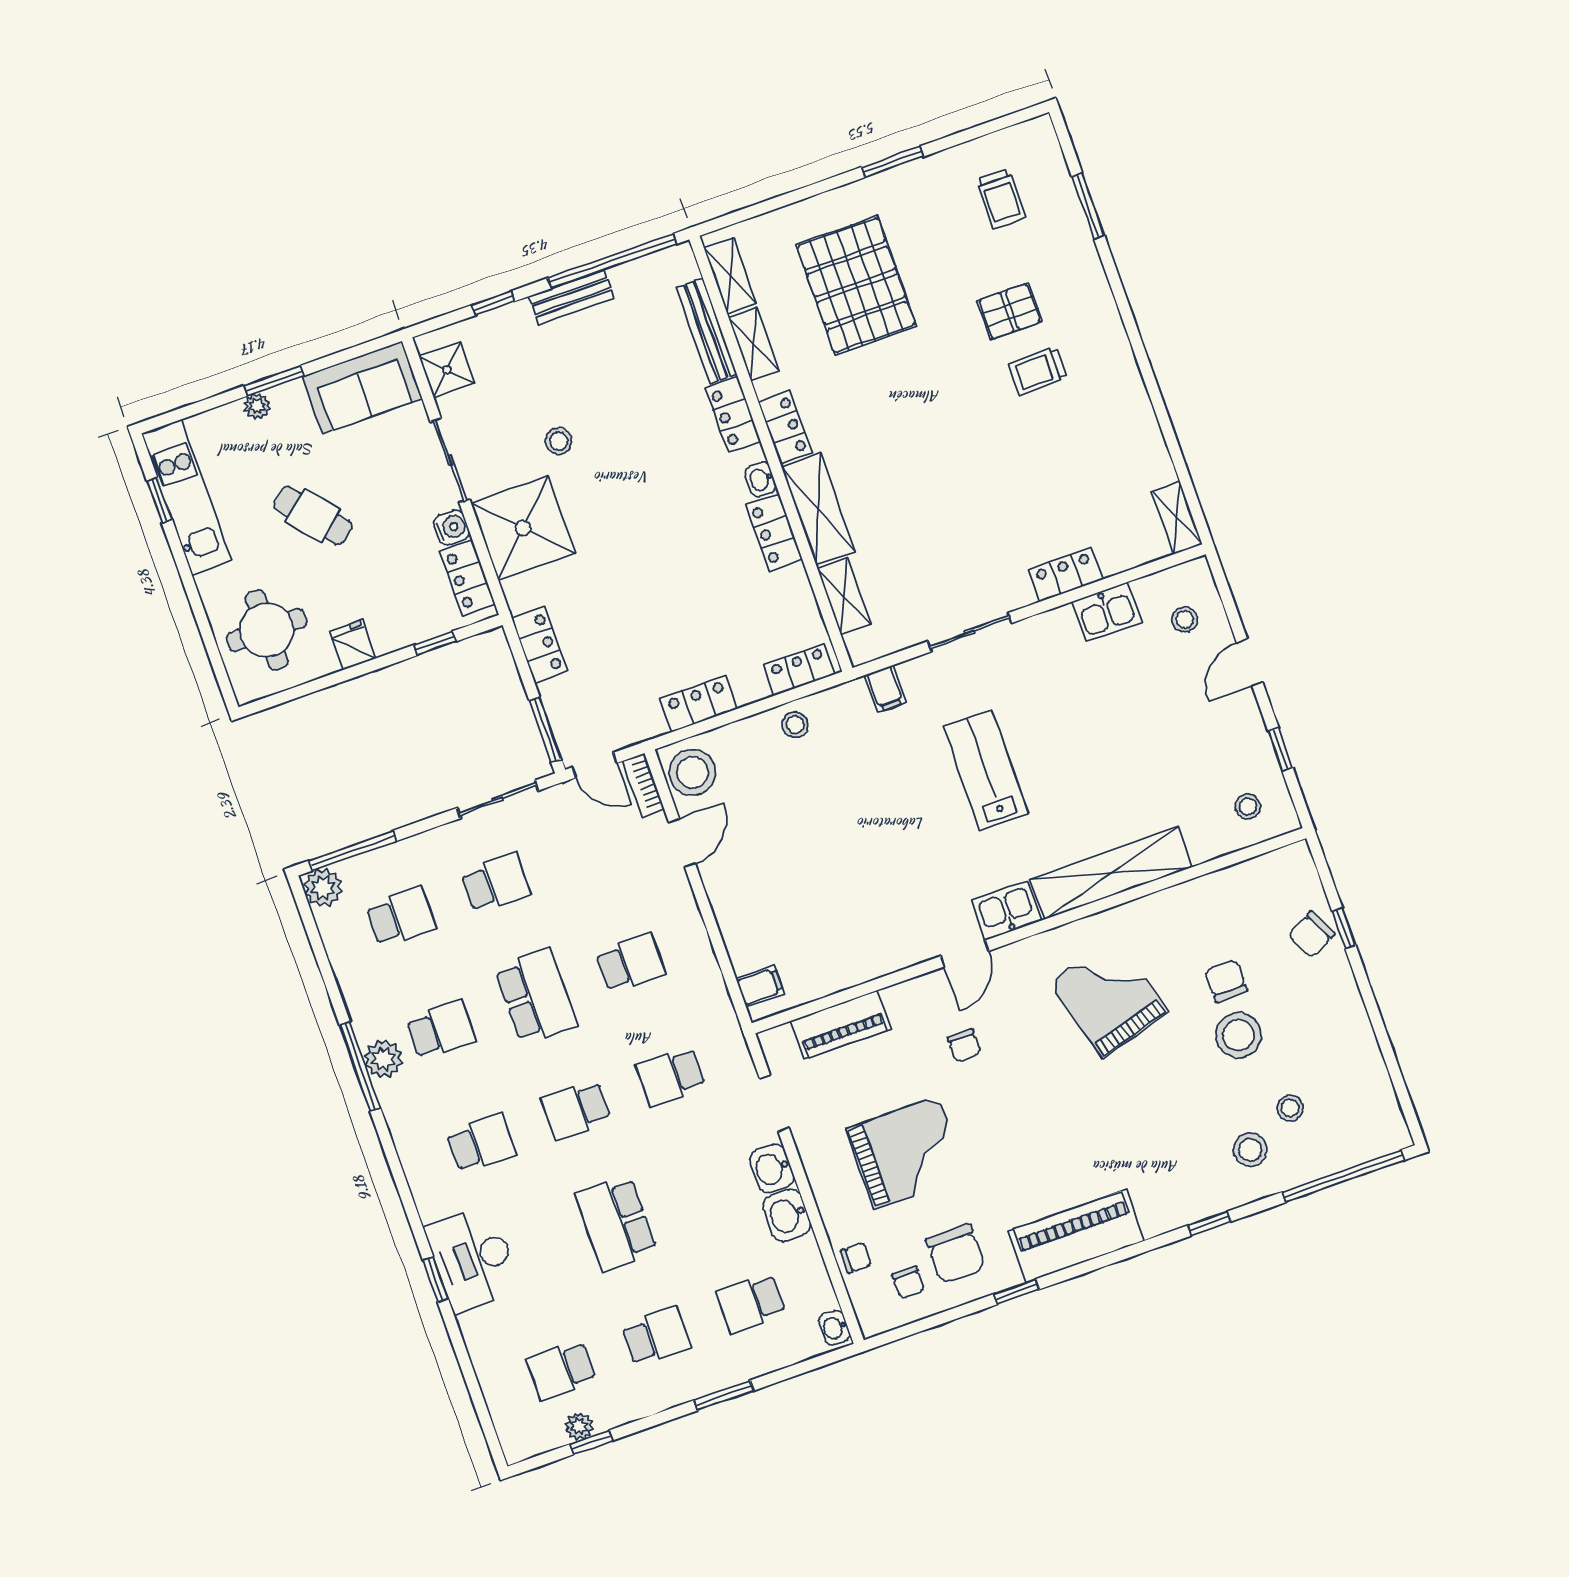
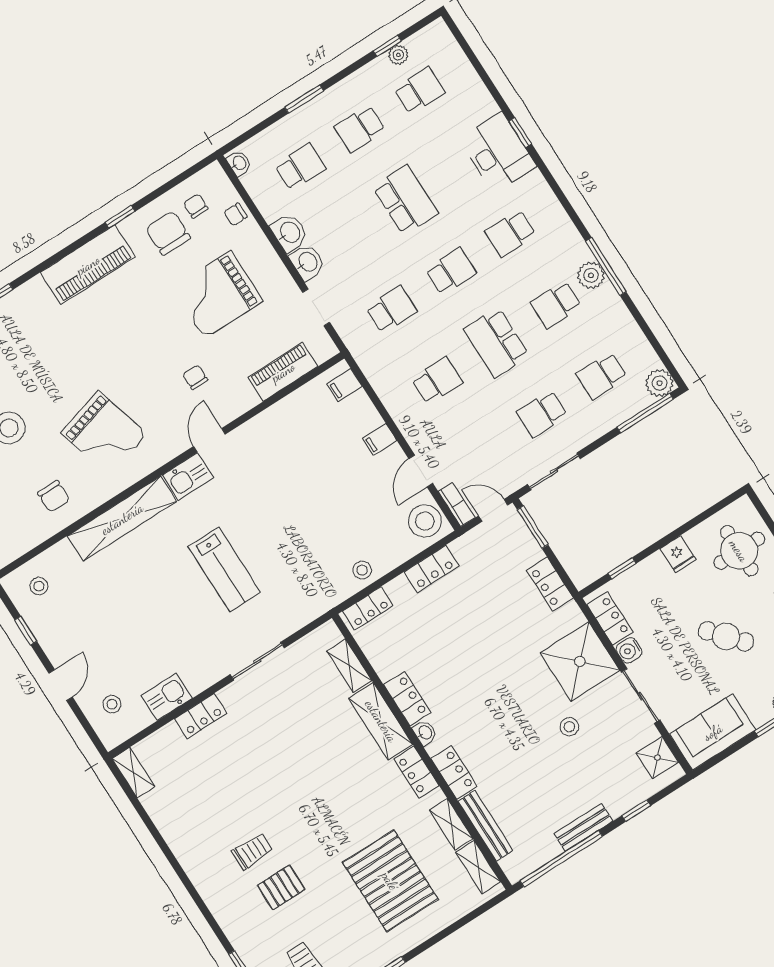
filing cabinet: (885, 689) -> (380, 439), moved, turned -90
school desk: (631, 963) -> (437, 381), turned 180
chair: (1226, 981) -> (54, 496), moved

